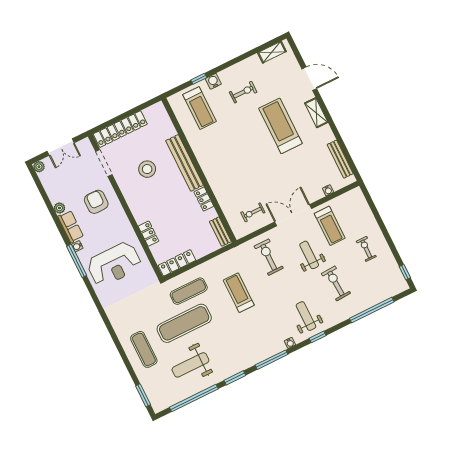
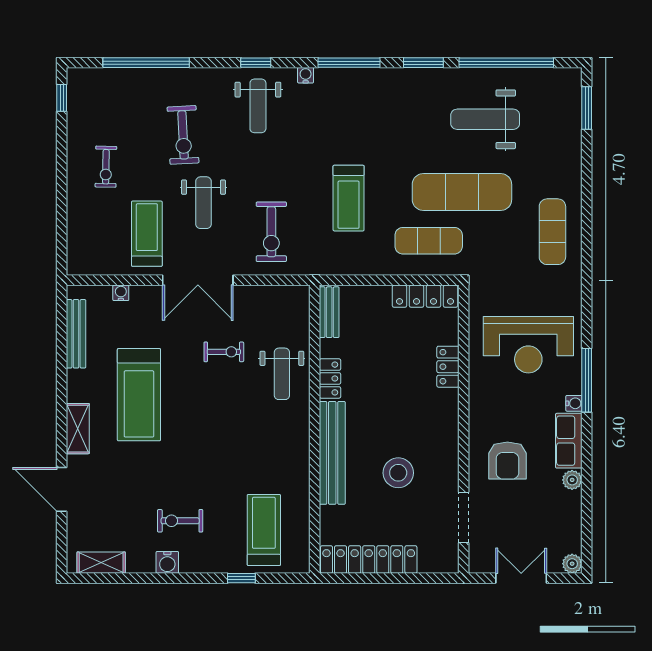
water cooler: (213, 81) -> (167, 562), moved
treadmill: (280, 126) -> (139, 395), moved
locker: (120, 129) -> (369, 560), moved
weight bench: (229, 190) -> (282, 374), added
exercise bike: (253, 212) -> (224, 352), moved
reception desk: (114, 264) -> (528, 345), turned 180
exercise mat: (144, 349) -> (552, 232), moved
weight bench: (190, 365) -> (485, 119), turned 180

